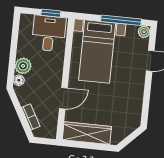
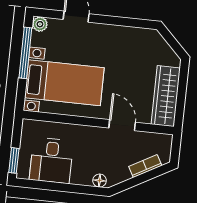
window: (51, 13) -> (14, 160), moved
desk: (49, 33) -> (51, 160), moved, turned -90
plant: (23, 66) -> (82, 175), removed

